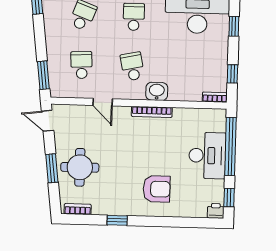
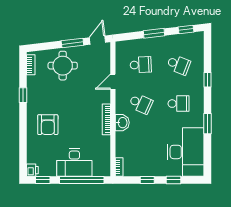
school desk: (132, 66) -> (141, 104), turned 36
window: (232, 74) -> (147, 180), moved
window: (43, 75) -> (154, 33), moved
window: (52, 168) -> (72, 43), moved

